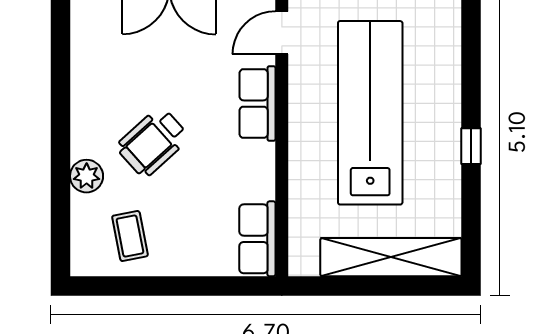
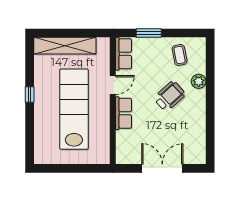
door: (282, 33) -> (113, 85), moved
lab bench: (370, 113) -> (74, 109), turned 180
window: (200, 286) -> (149, 33), added

